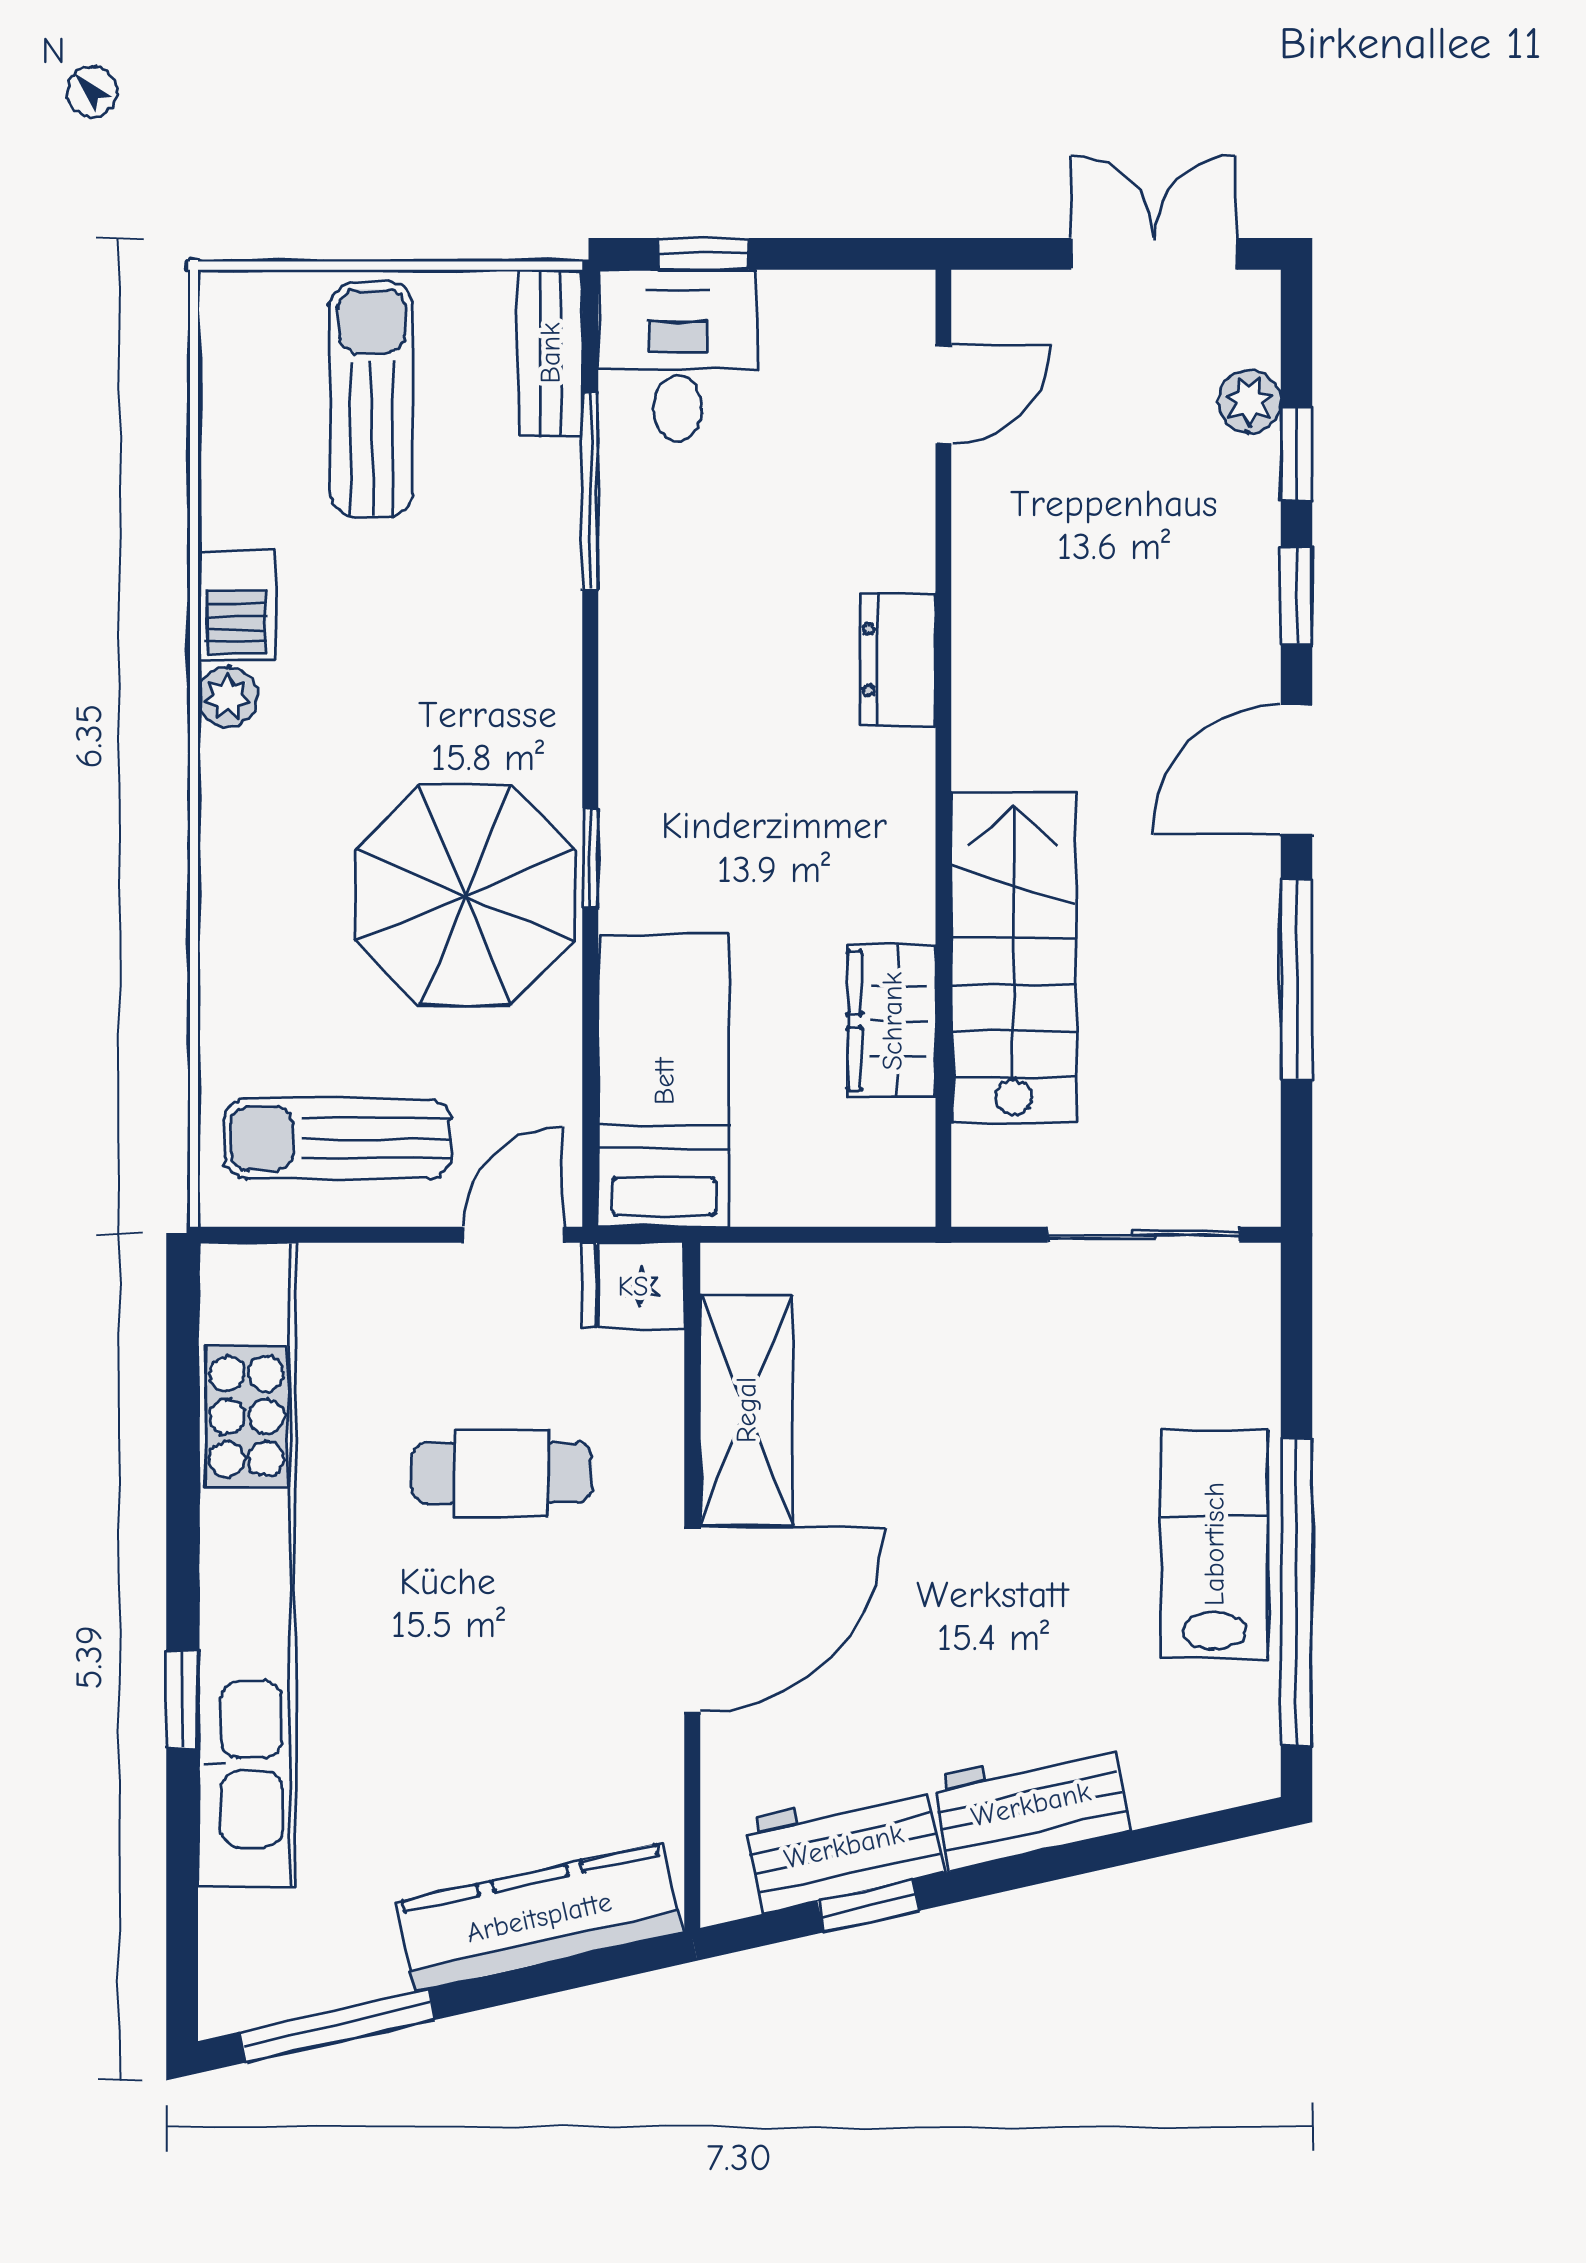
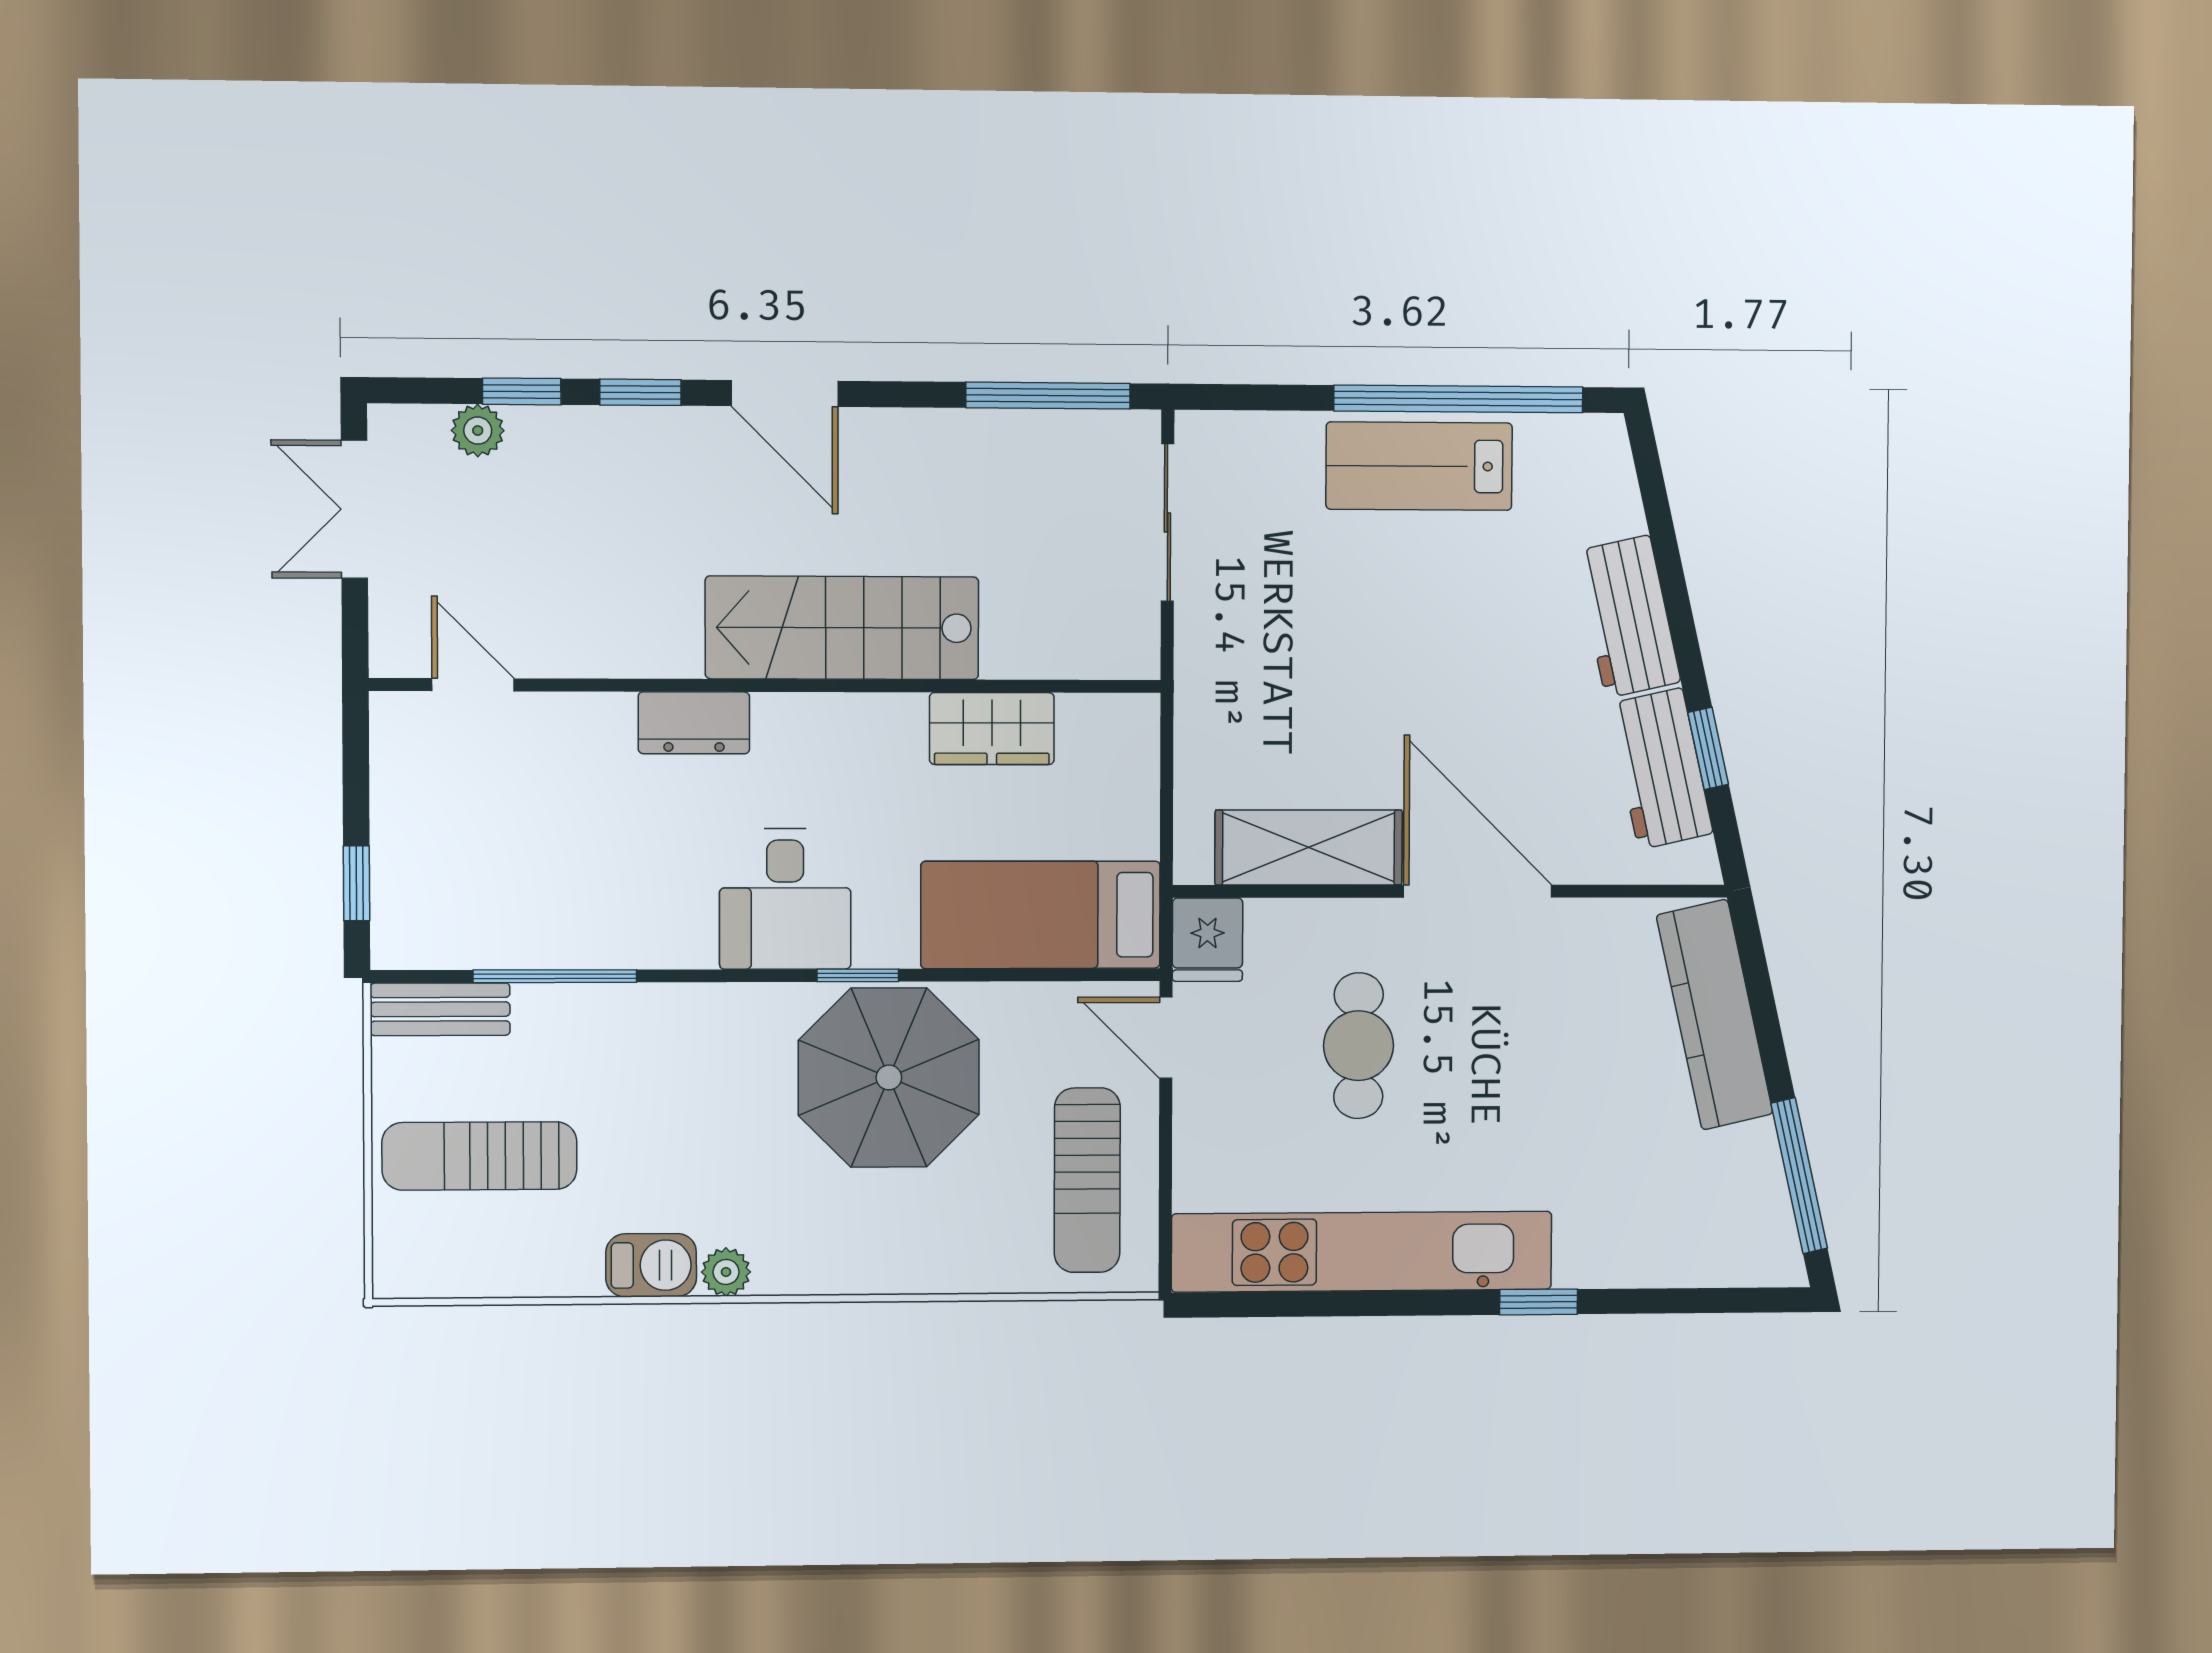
desk: (677, 355) -> (785, 899), moved, turned -90
stairs: (1014, 958) -> (842, 628), moved
window: (1297, 979) -> (1048, 396), moved
kitchen unit: (247, 1564) -> (1362, 1252), width x0.73

